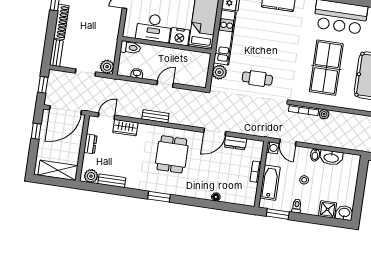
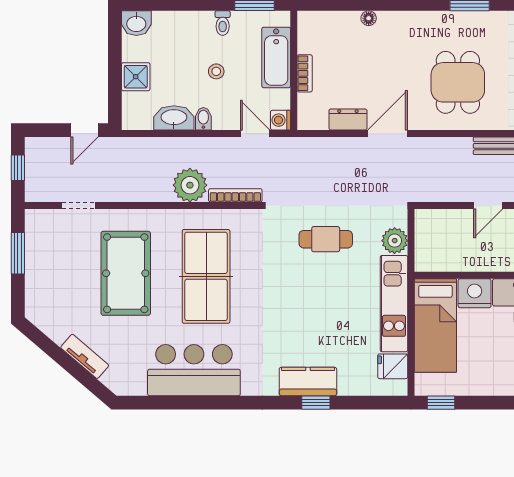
plant: (324, 114) -> (190, 185), width x1.87, depth x1.87
shower: (328, 209) -> (136, 77), moved

